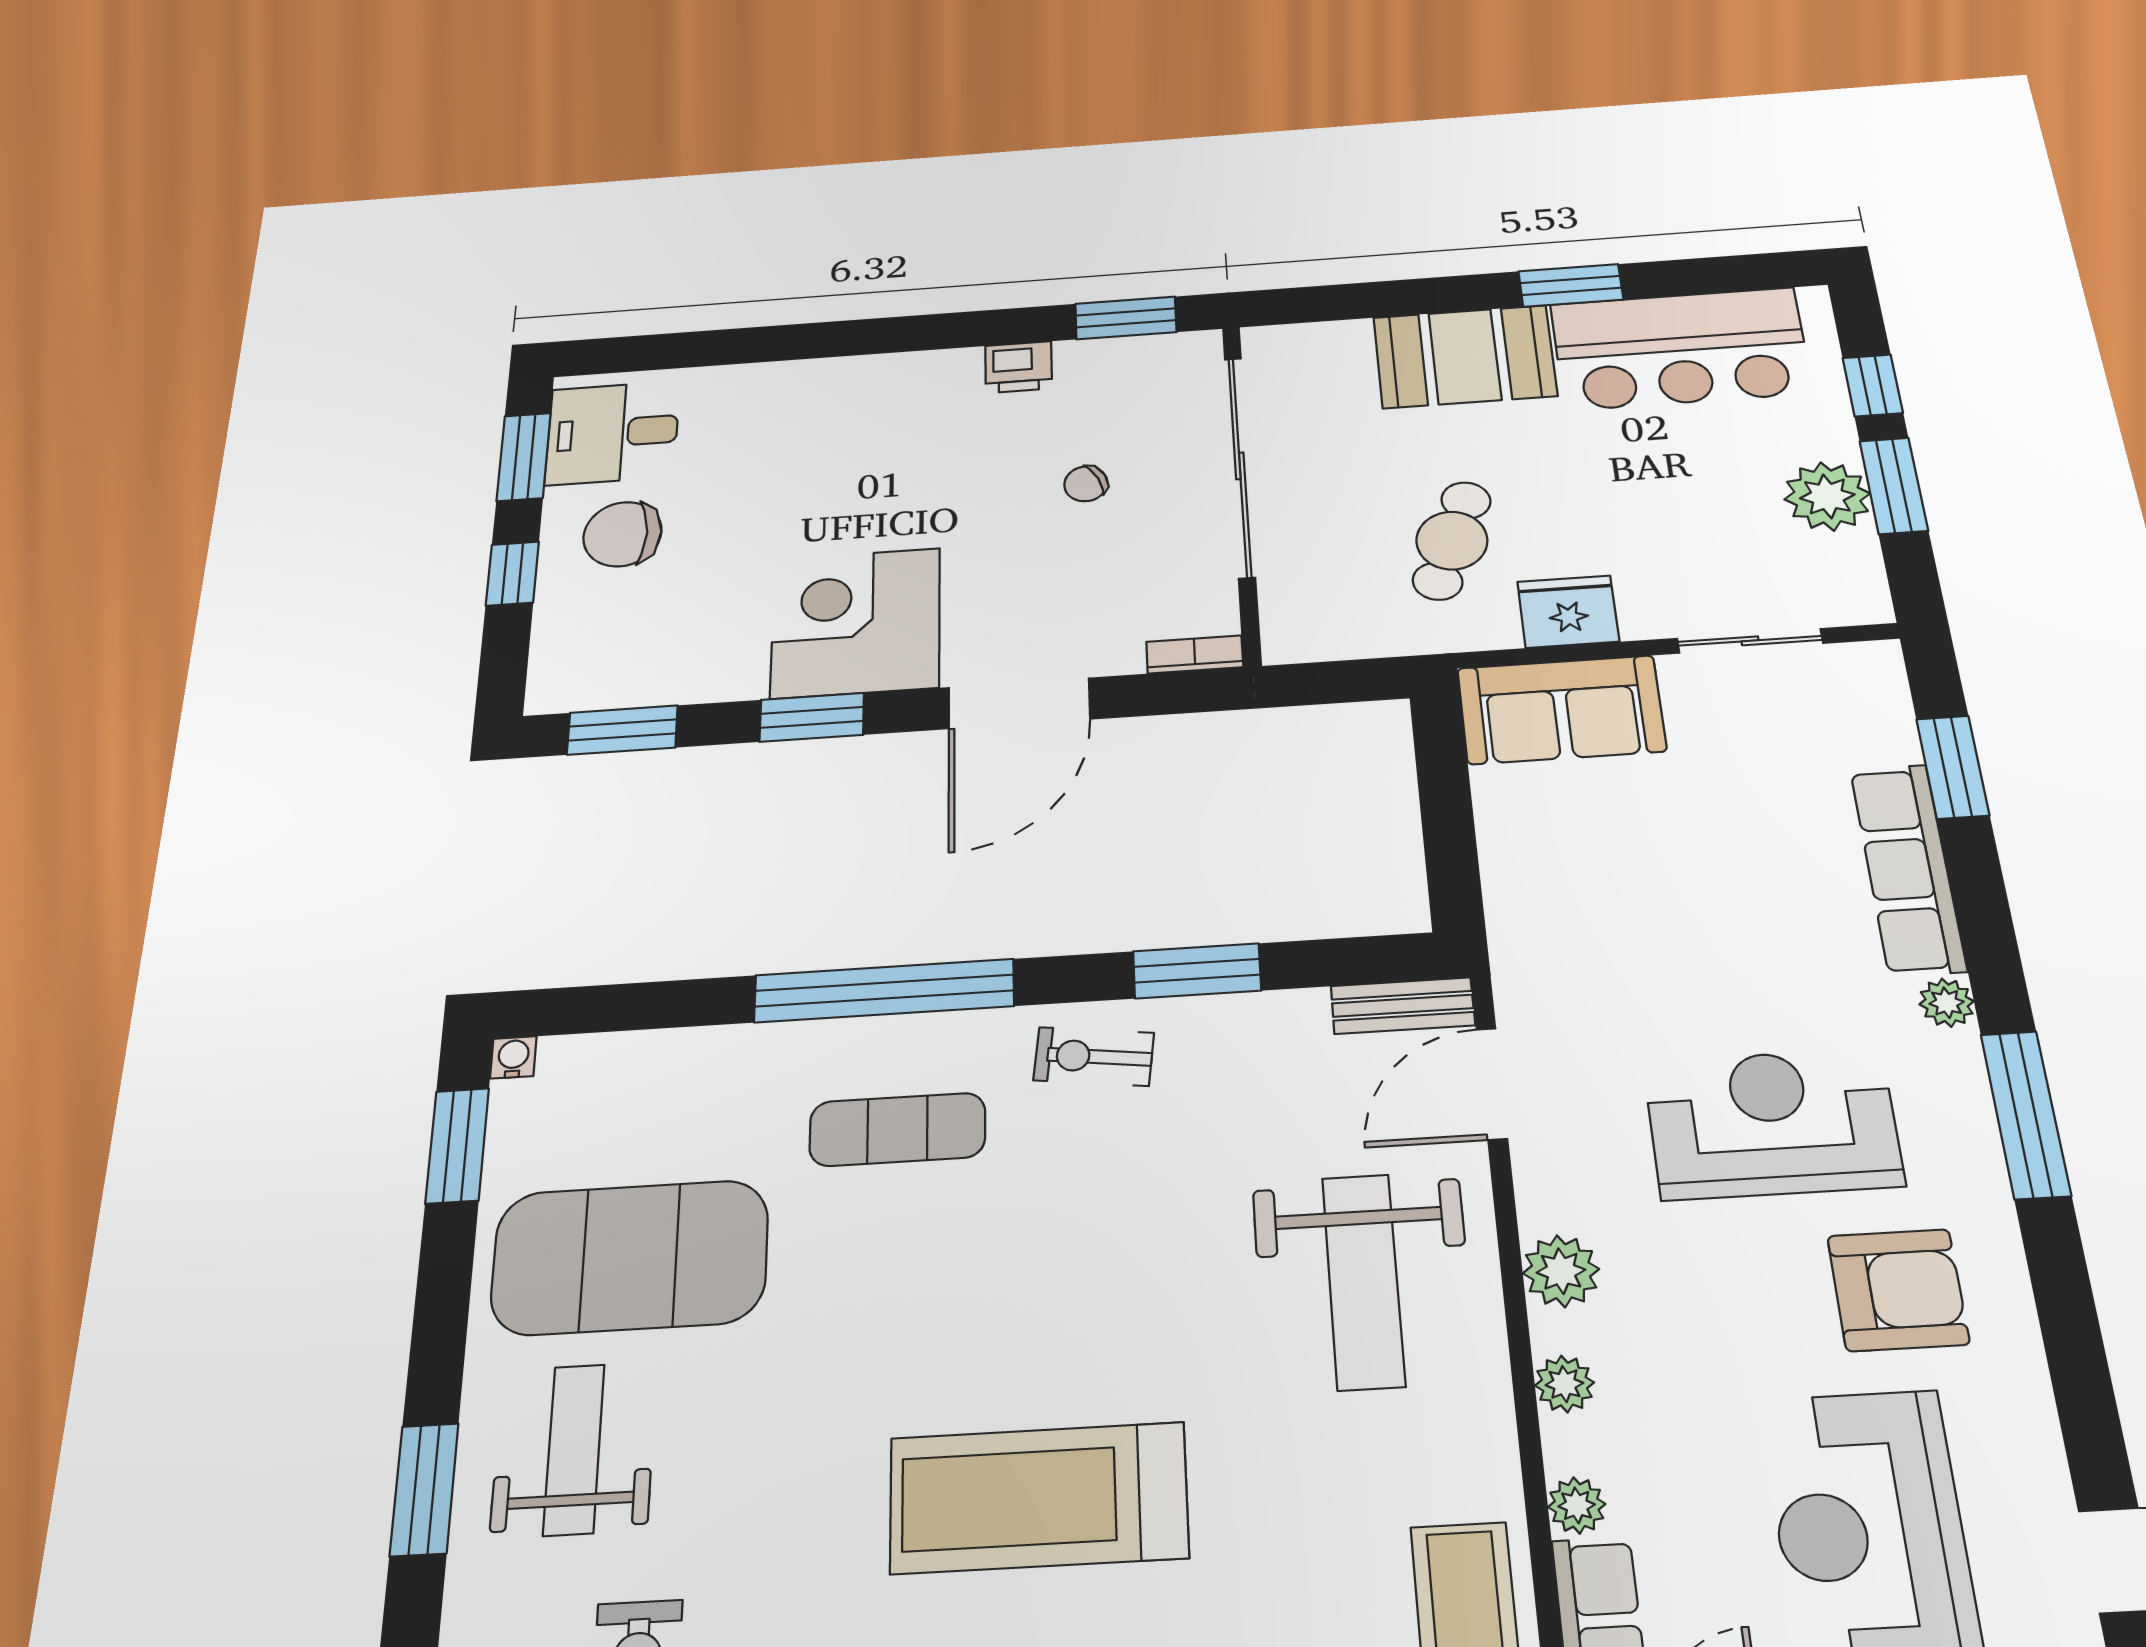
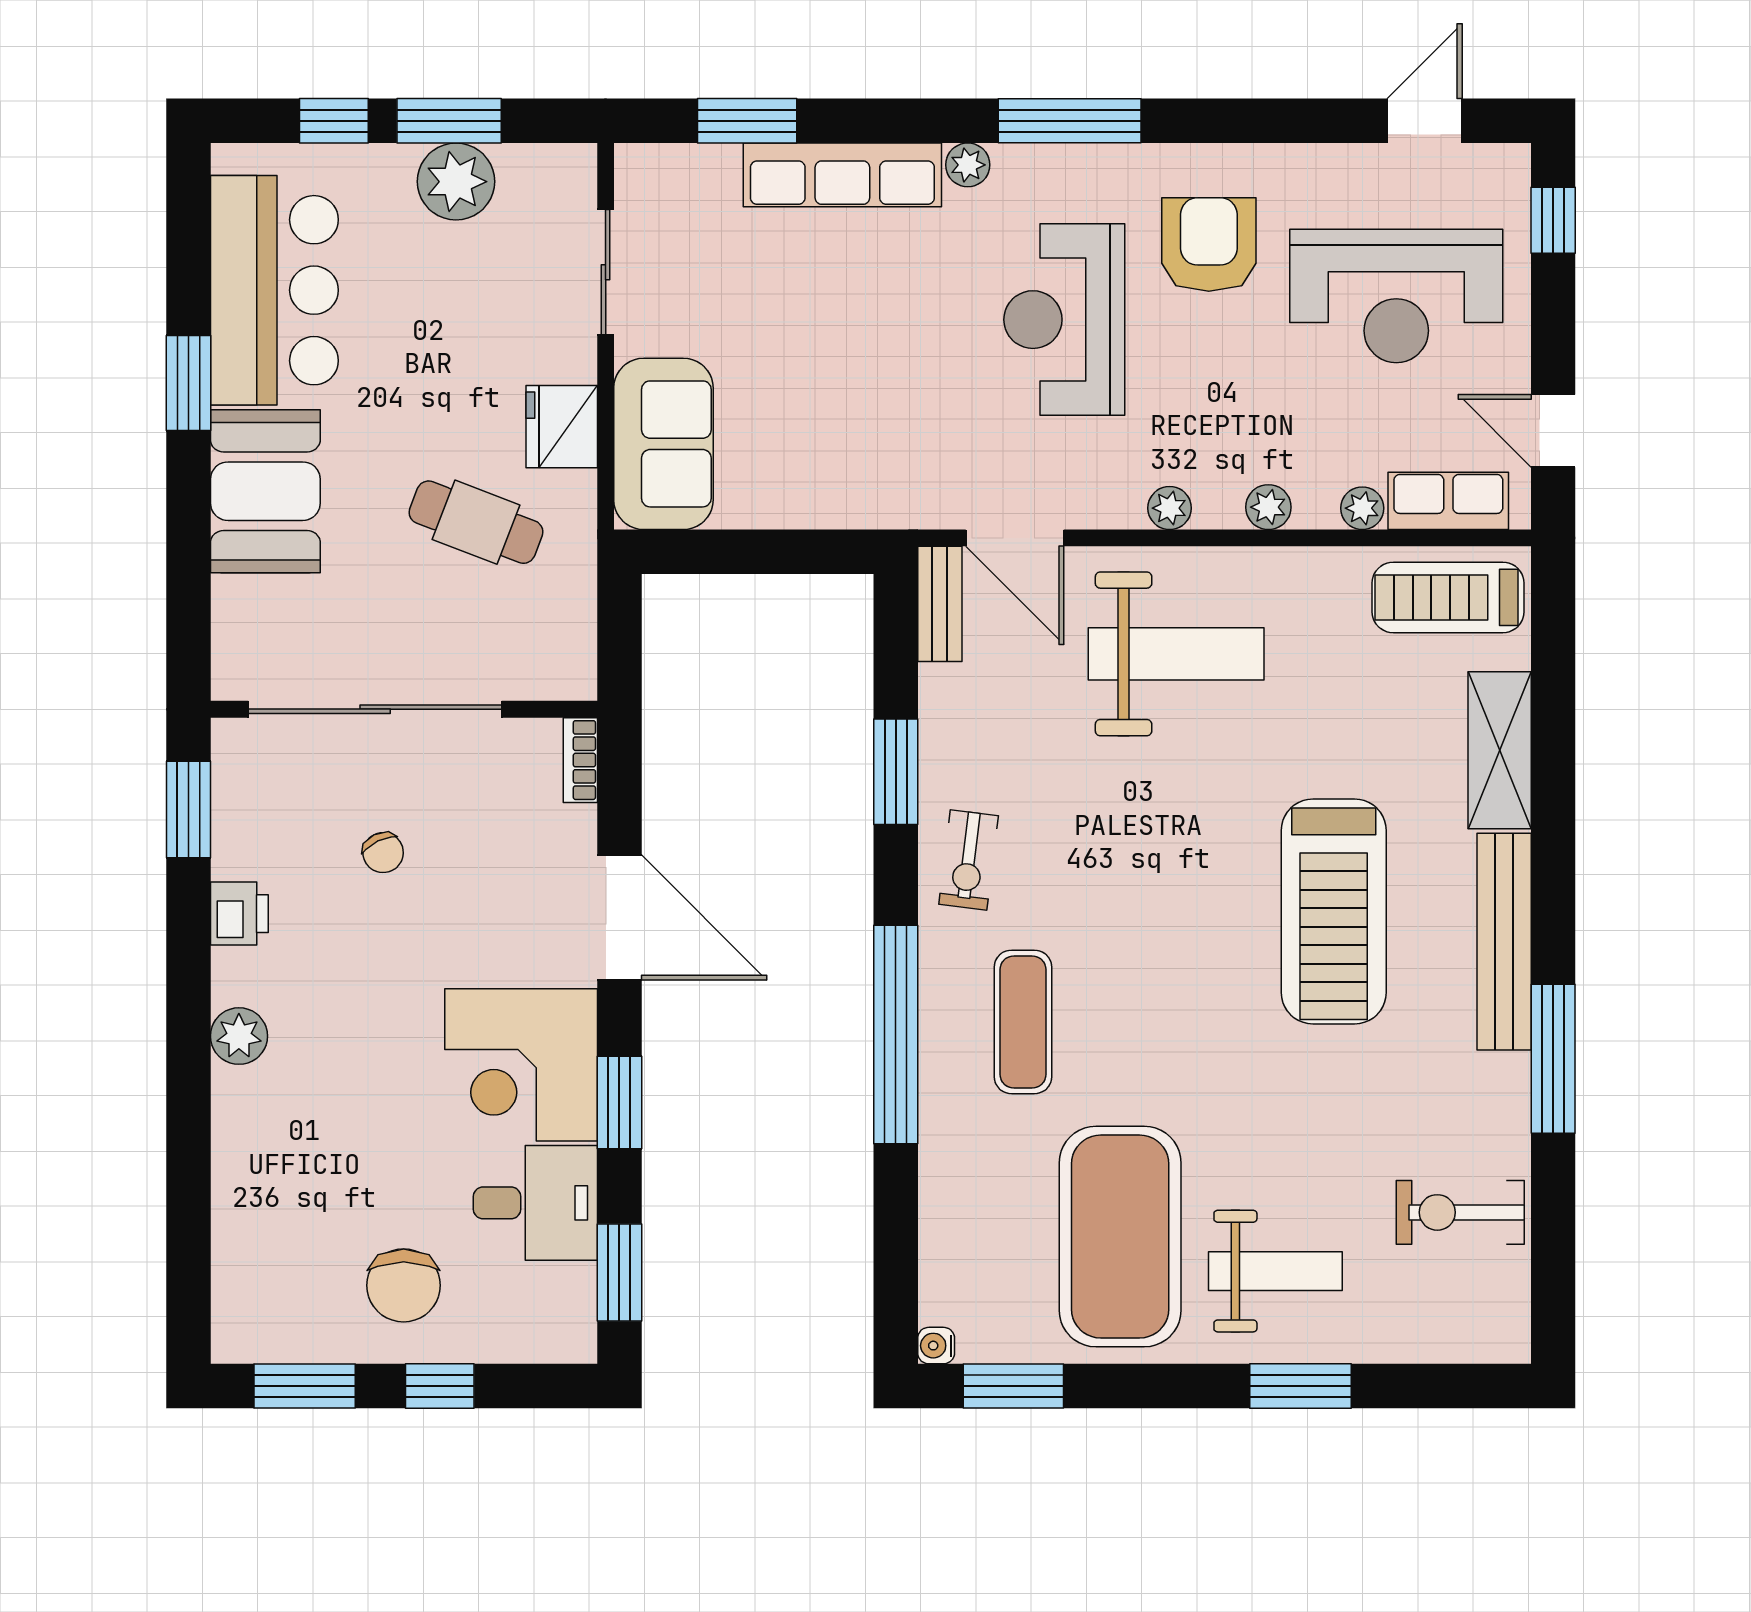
plant: (891, 376) -> (239, 1036), added
desk: (613, 433) -> (535, 1203), moved, turned -90
plant: (1561, 1271) -> (1170, 508), width x0.73, depth x0.73
weight bench: (574, 1449) -> (1275, 1271), turned 180

